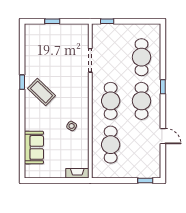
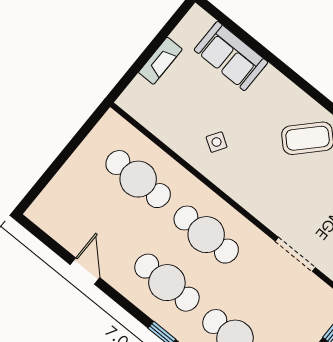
door: (163, 136) -> (85, 271), swing flipped
fireplace: (77, 173) -> (160, 61), moved
window: (145, 181) -> (38, 187), removed

